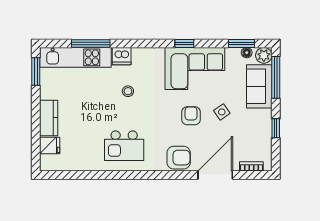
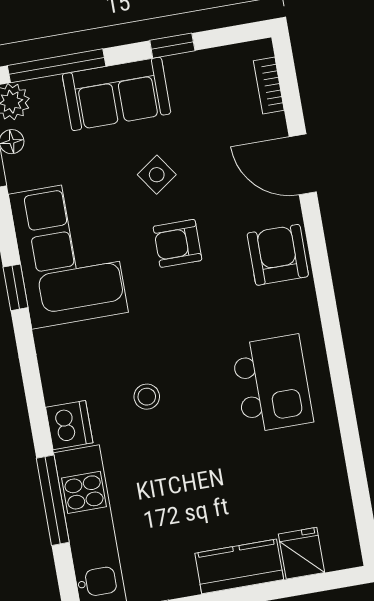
sofa: (259, 86) -> (117, 94), moved
door: (215, 175) -> (303, 164), width x0.73

